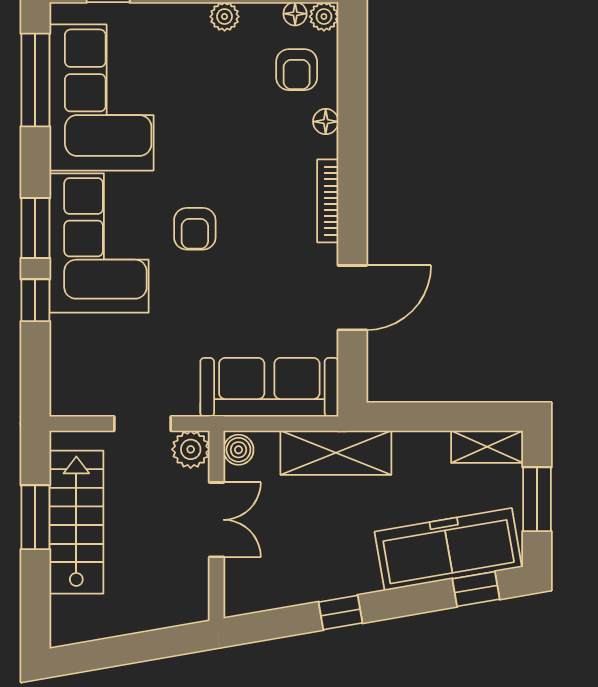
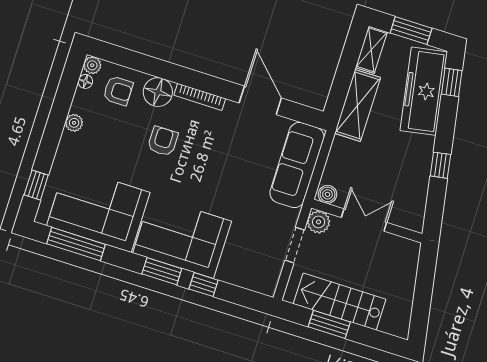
floor lamp: (326, 122) -> (158, 92), width x1.89, depth x1.89
armchair: (195, 229) -> (163, 141), moved, turned -90
shelving: (336, 453) -> (358, 105), moved

